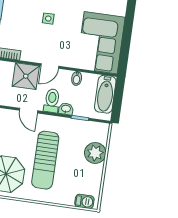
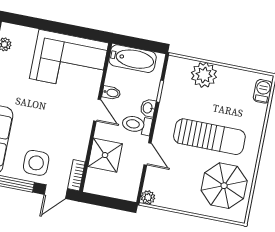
side table: (48, 19) -> (36, 163), moved, width x1.87, depth x1.87
door: (50, 66) -> (97, 110), moved
door: (29, 111) -> (148, 154), hinge flipped

